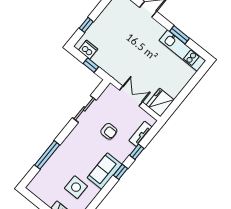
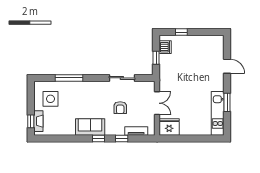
side table: (76, 187) -> (50, 99), moved

